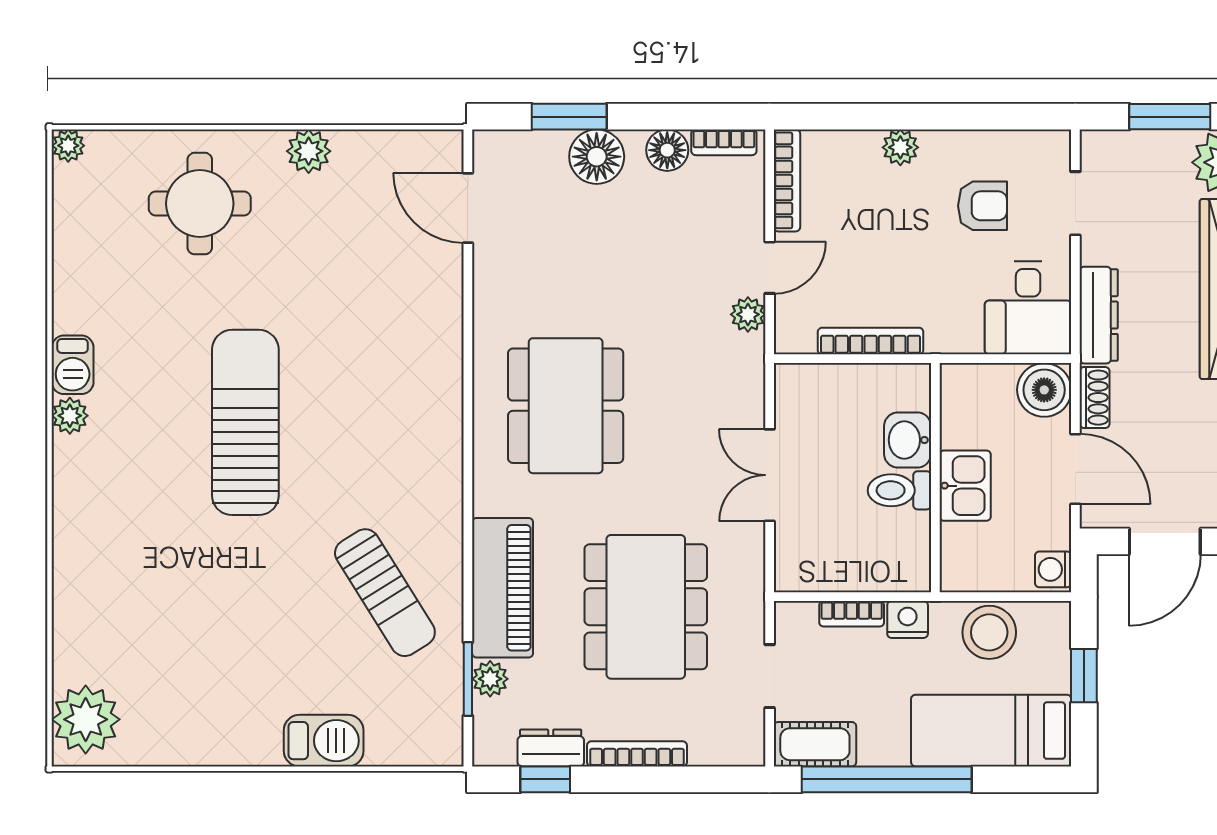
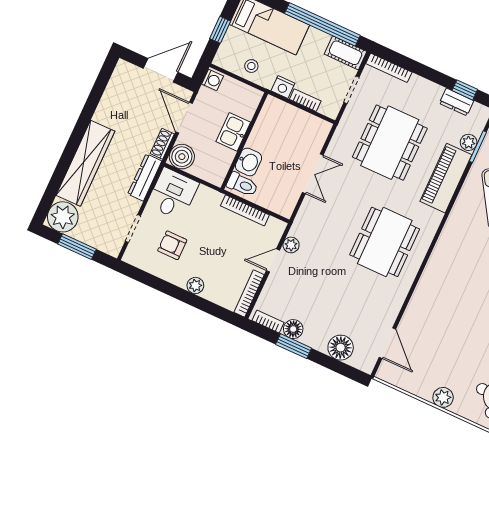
window: (569, 117) -> (294, 346), moved
floor lamp: (597, 157) -> (341, 348), moved
toilet: (899, 490) -> (242, 185), moved
stool: (989, 632) -> (251, 66), width x0.53, depth x0.53
bookcase: (637, 754) -> (389, 68), moved

